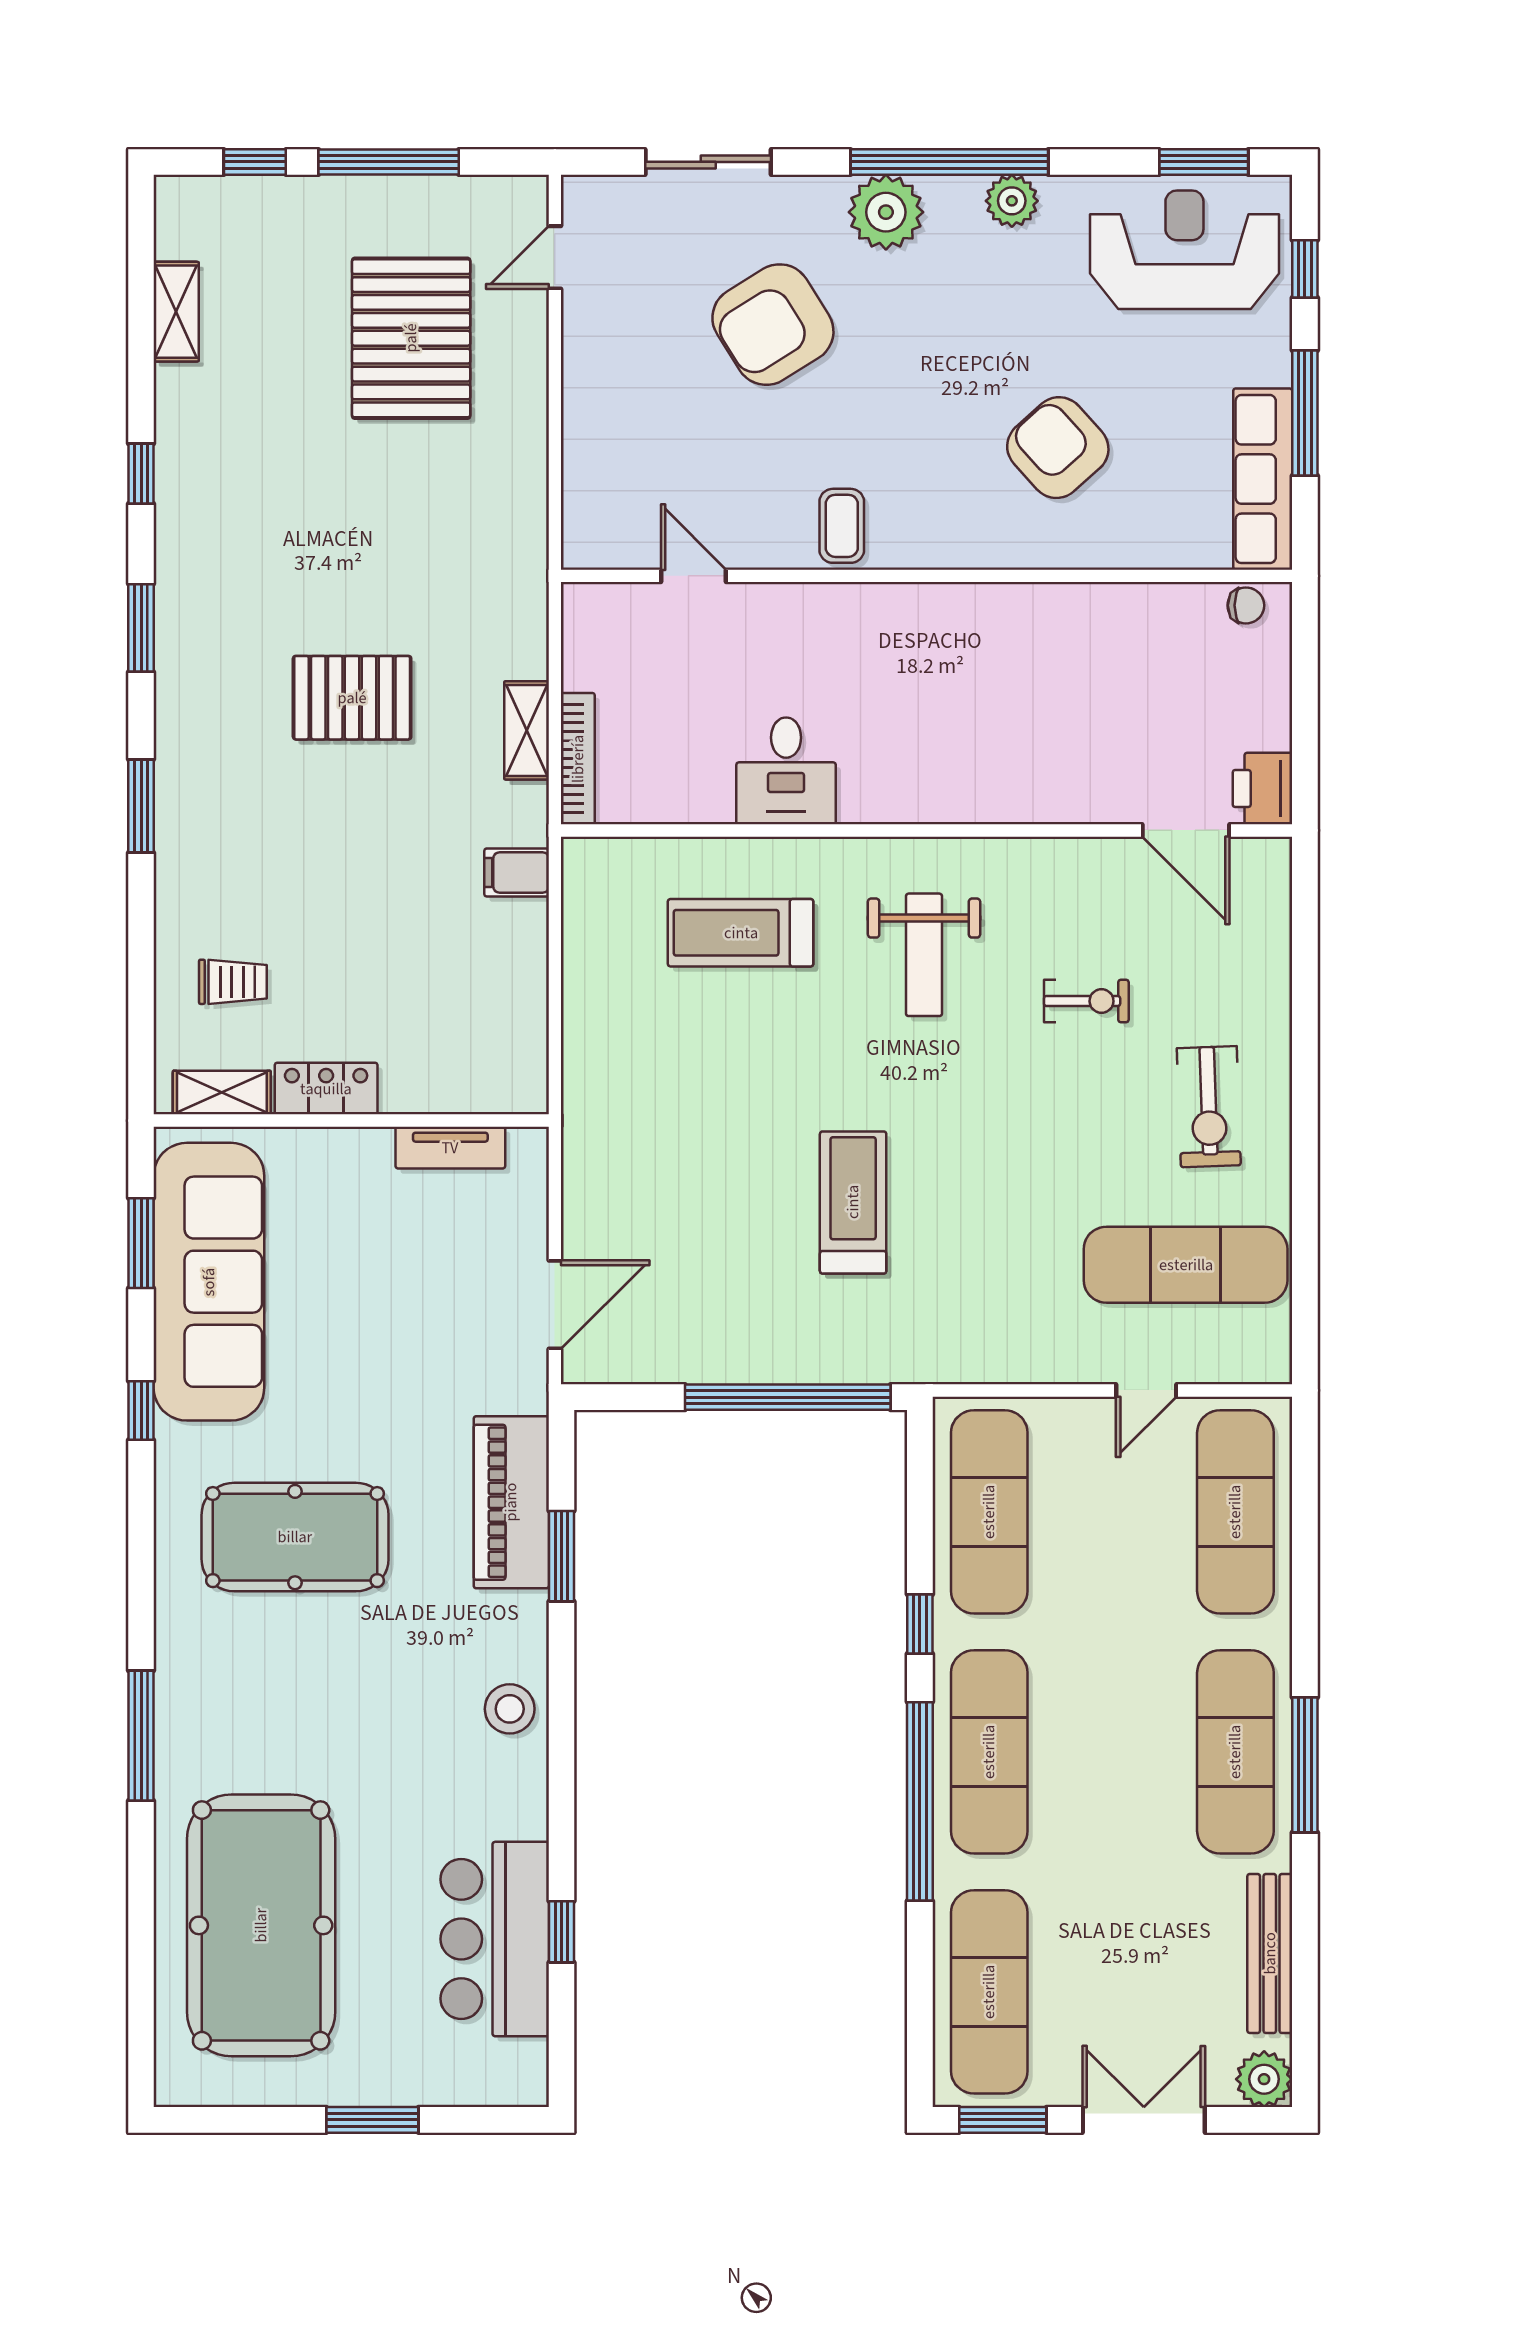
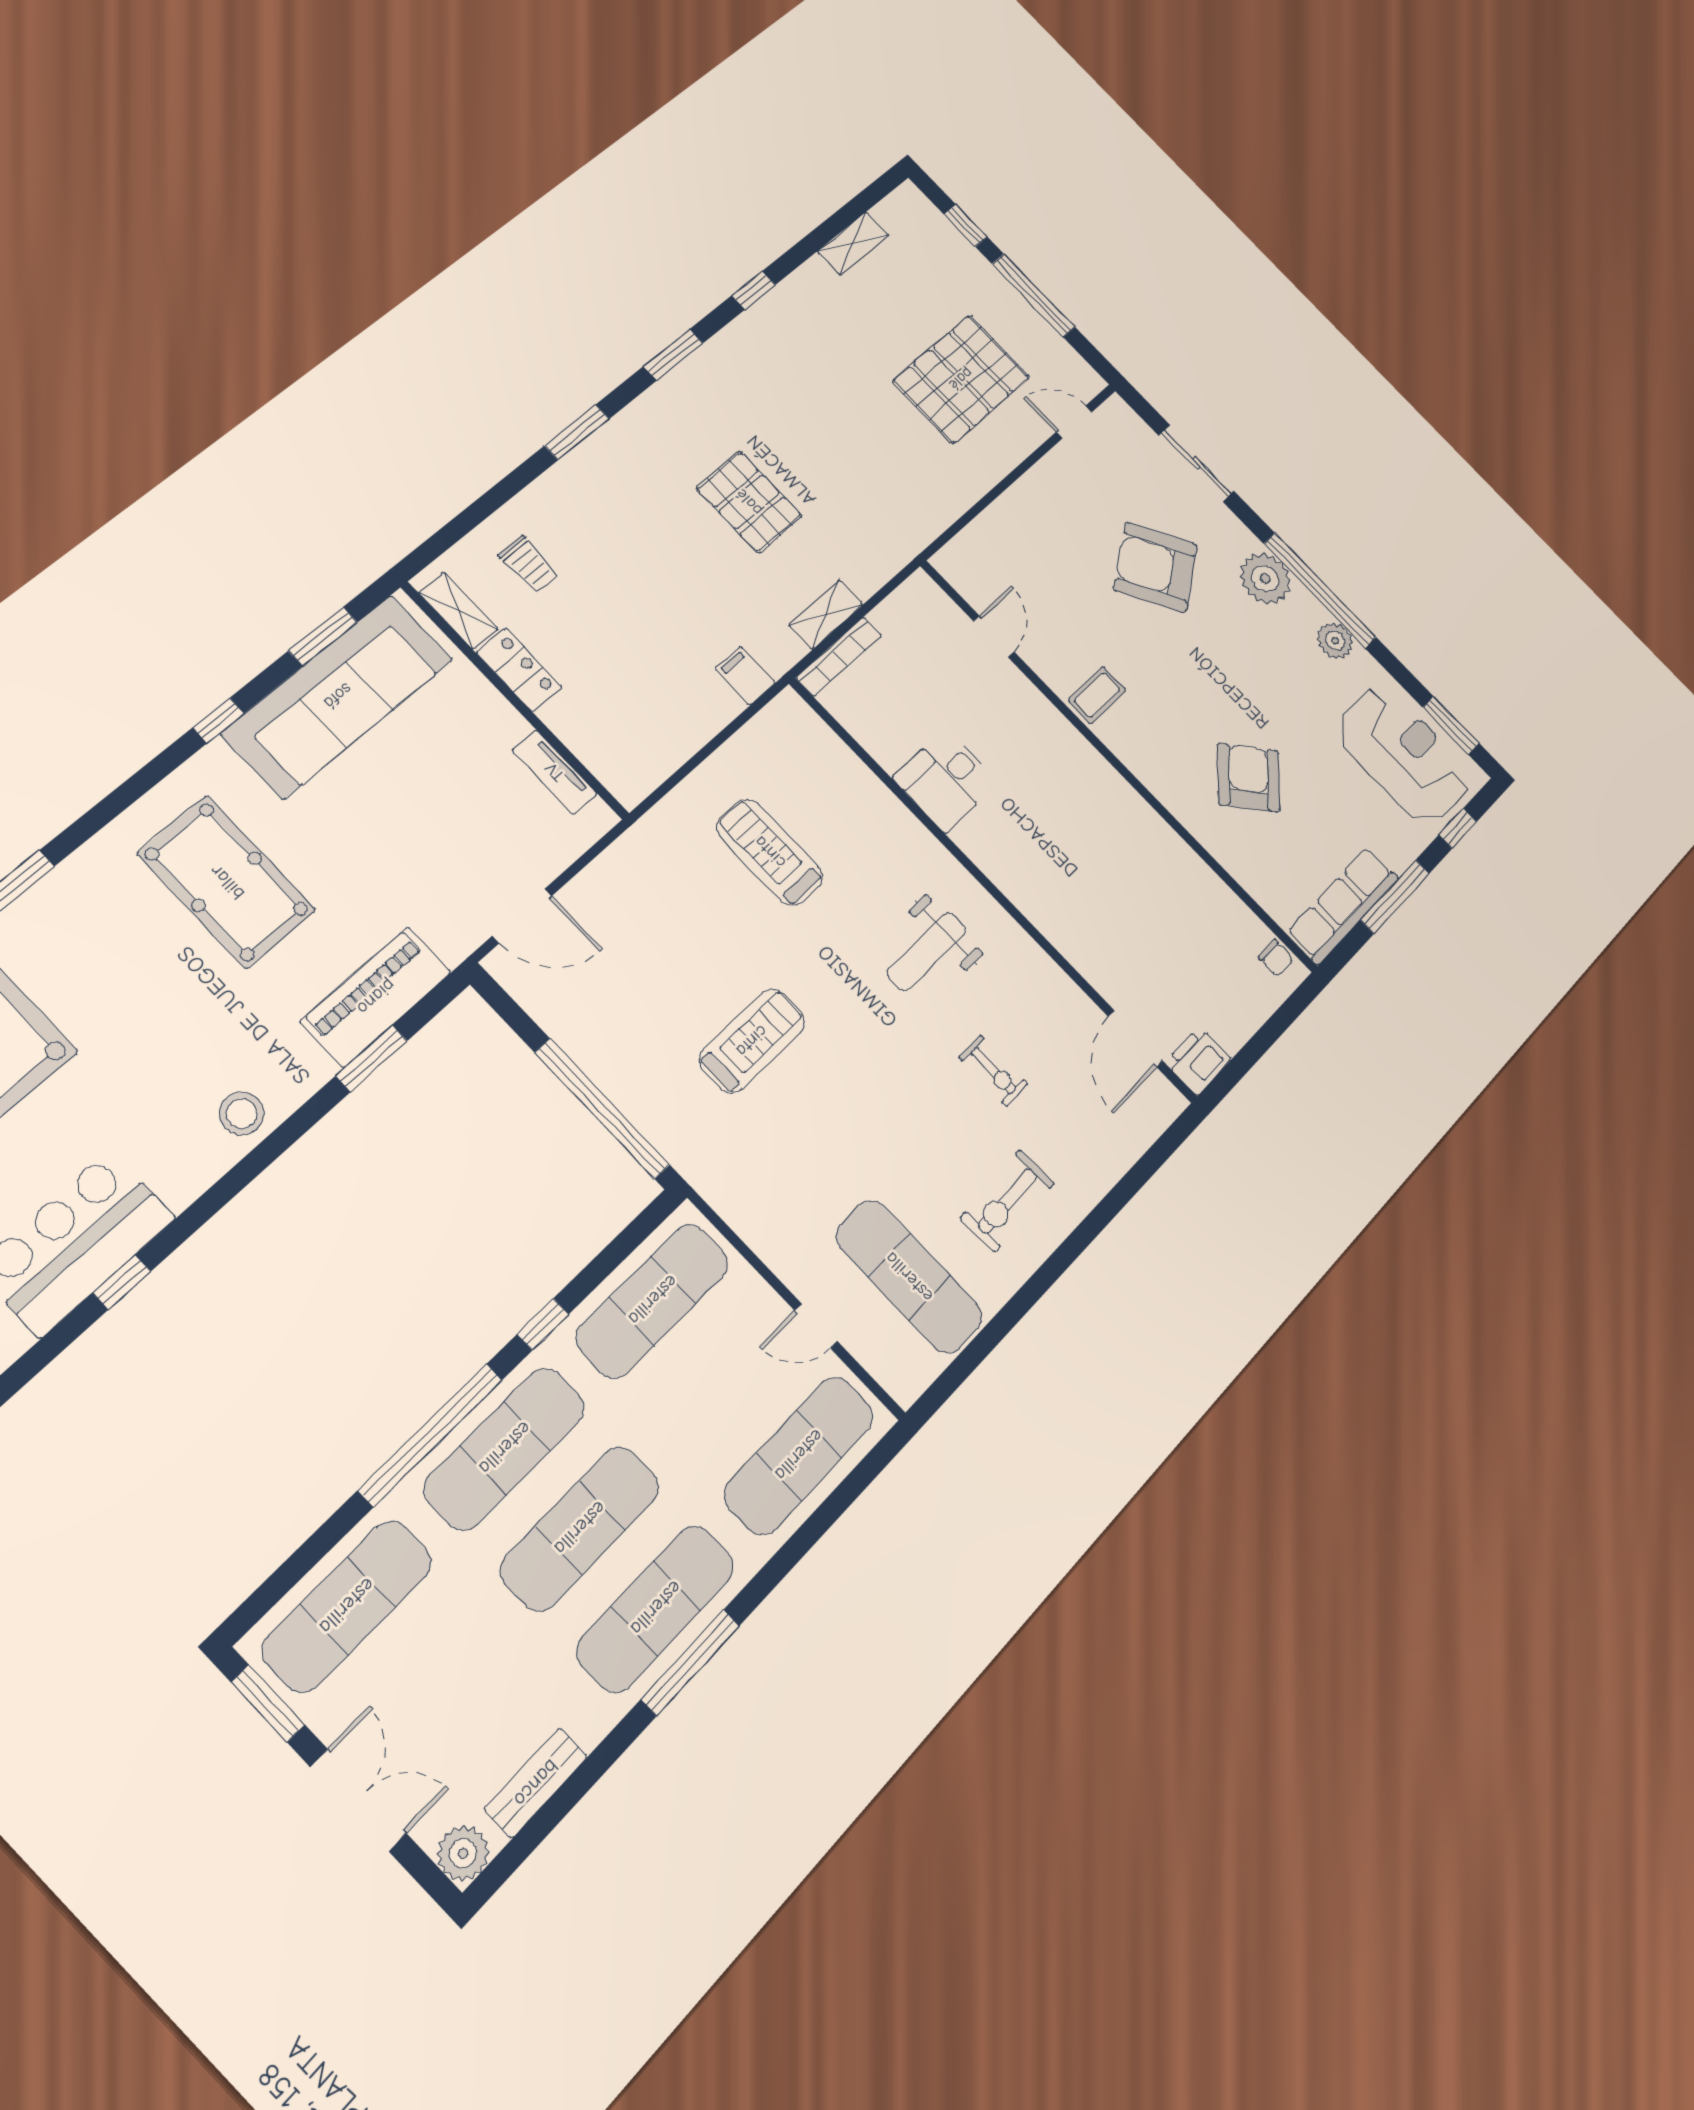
treadmill: (741, 933) -> (770, 852), moved
exercise mat: (1112, 1752) -> (580, 1528), added
bench: (1270, 1953) -> (536, 1783), width x0.73

